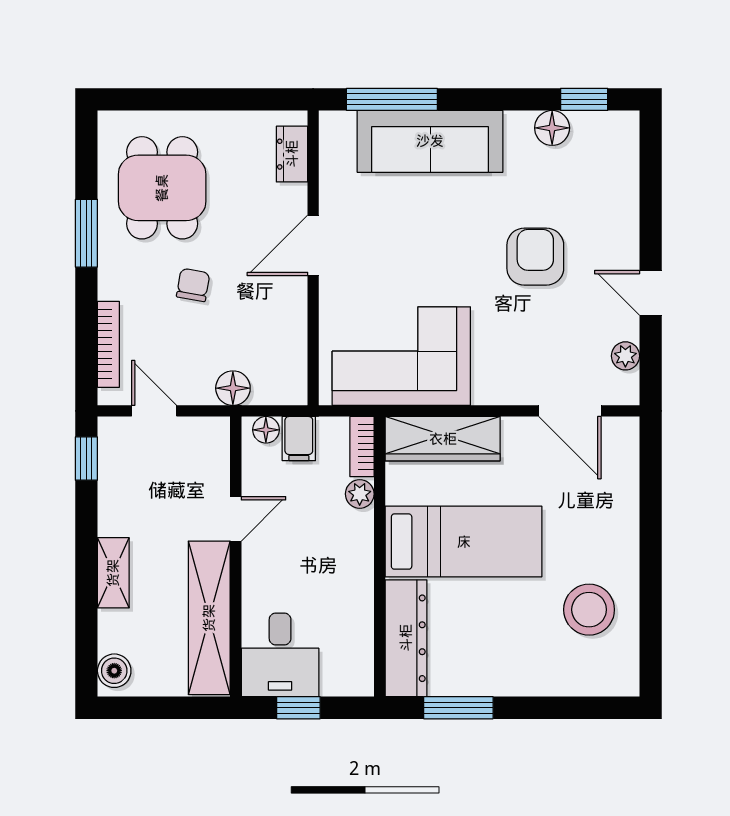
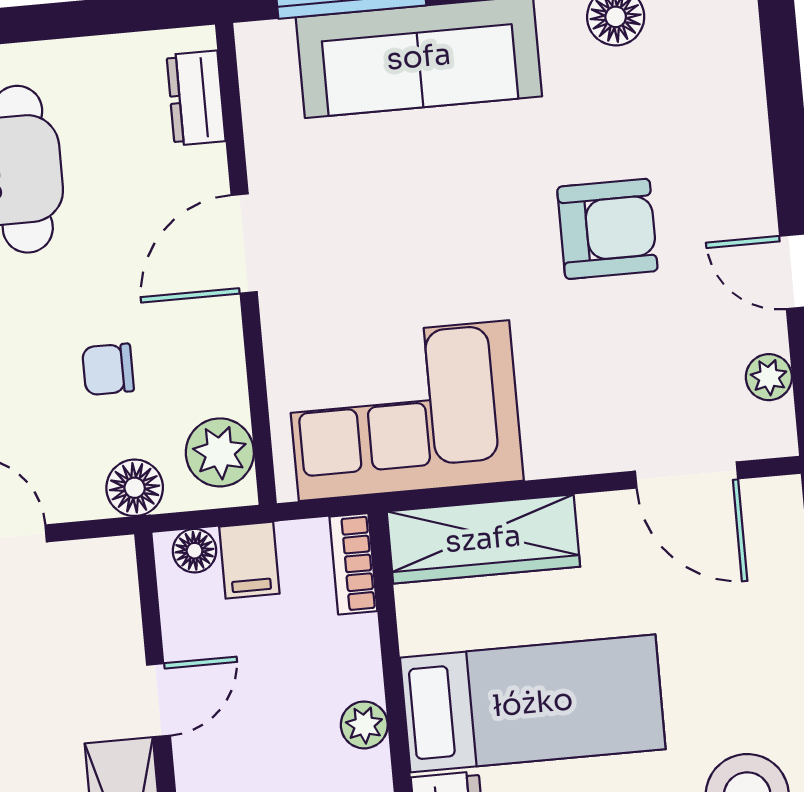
armchair: (535, 257) -> (607, 229), turned 90
chair: (193, 285) -> (108, 369), moved, turned -100
plant: (287, 371) -> (220, 452), added
plant: (360, 494) -> (364, 725), moved

